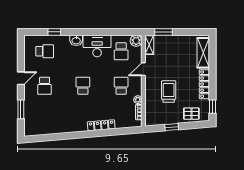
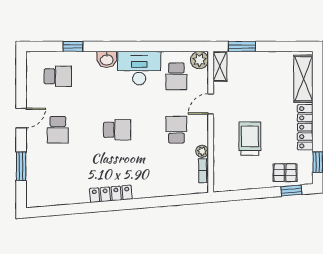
school desk: (83, 86) -> (117, 130), turned 90
locker: (101, 125) -> (111, 194), moved
window: (172, 127) -> (291, 191), moved

